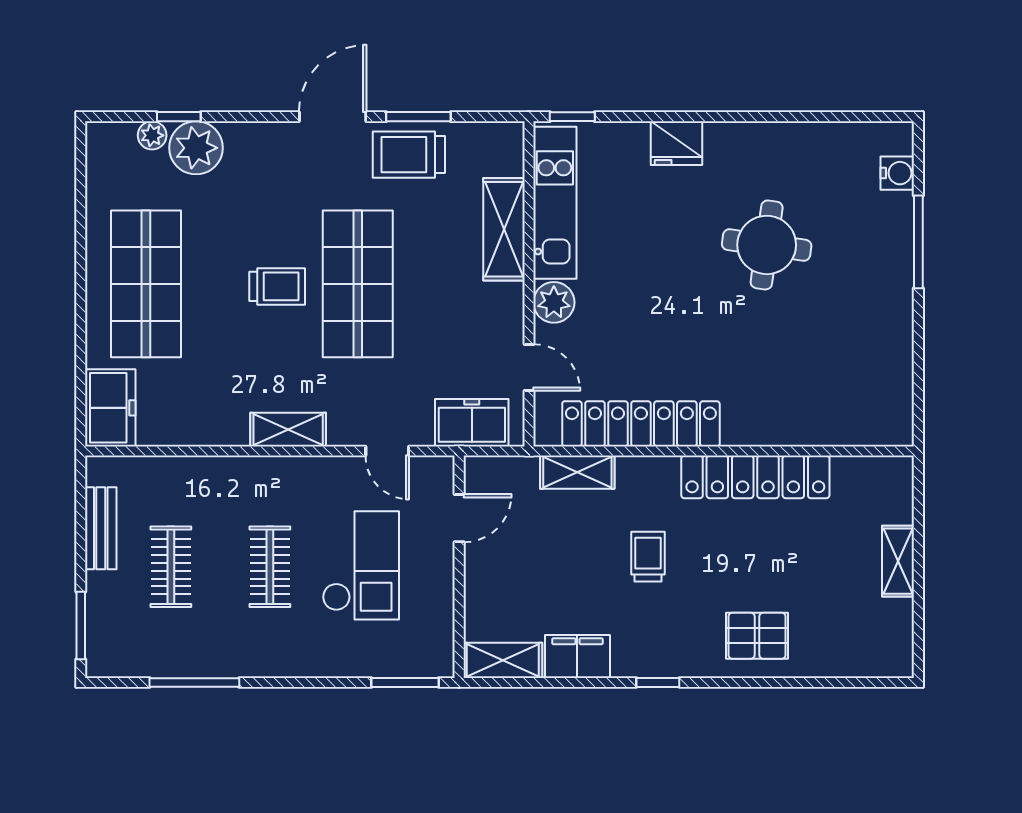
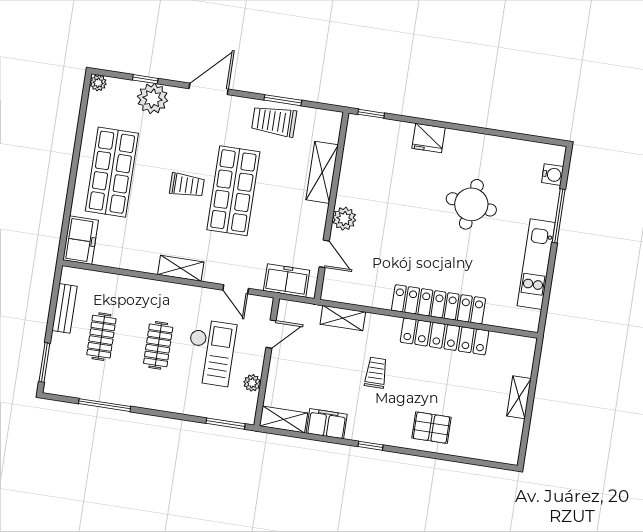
door: (333, 117) -> (209, 89), moved
plant: (152, 135) -> (98, 83), moved
kitchen unit: (555, 203) -> (536, 264), moved, turned 180
locker: (641, 424) -> (439, 304), moved
plant: (440, 606) -> (252, 383), added

